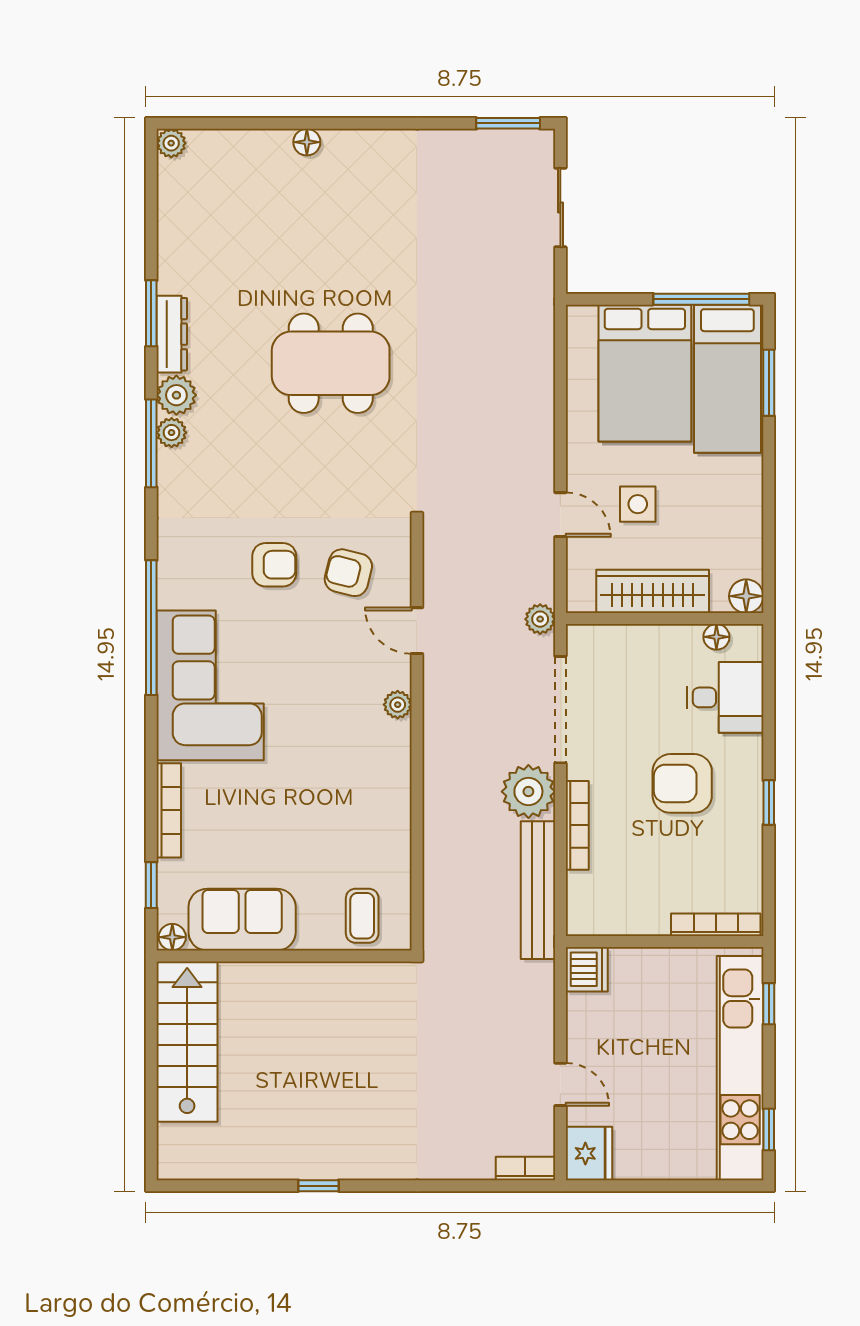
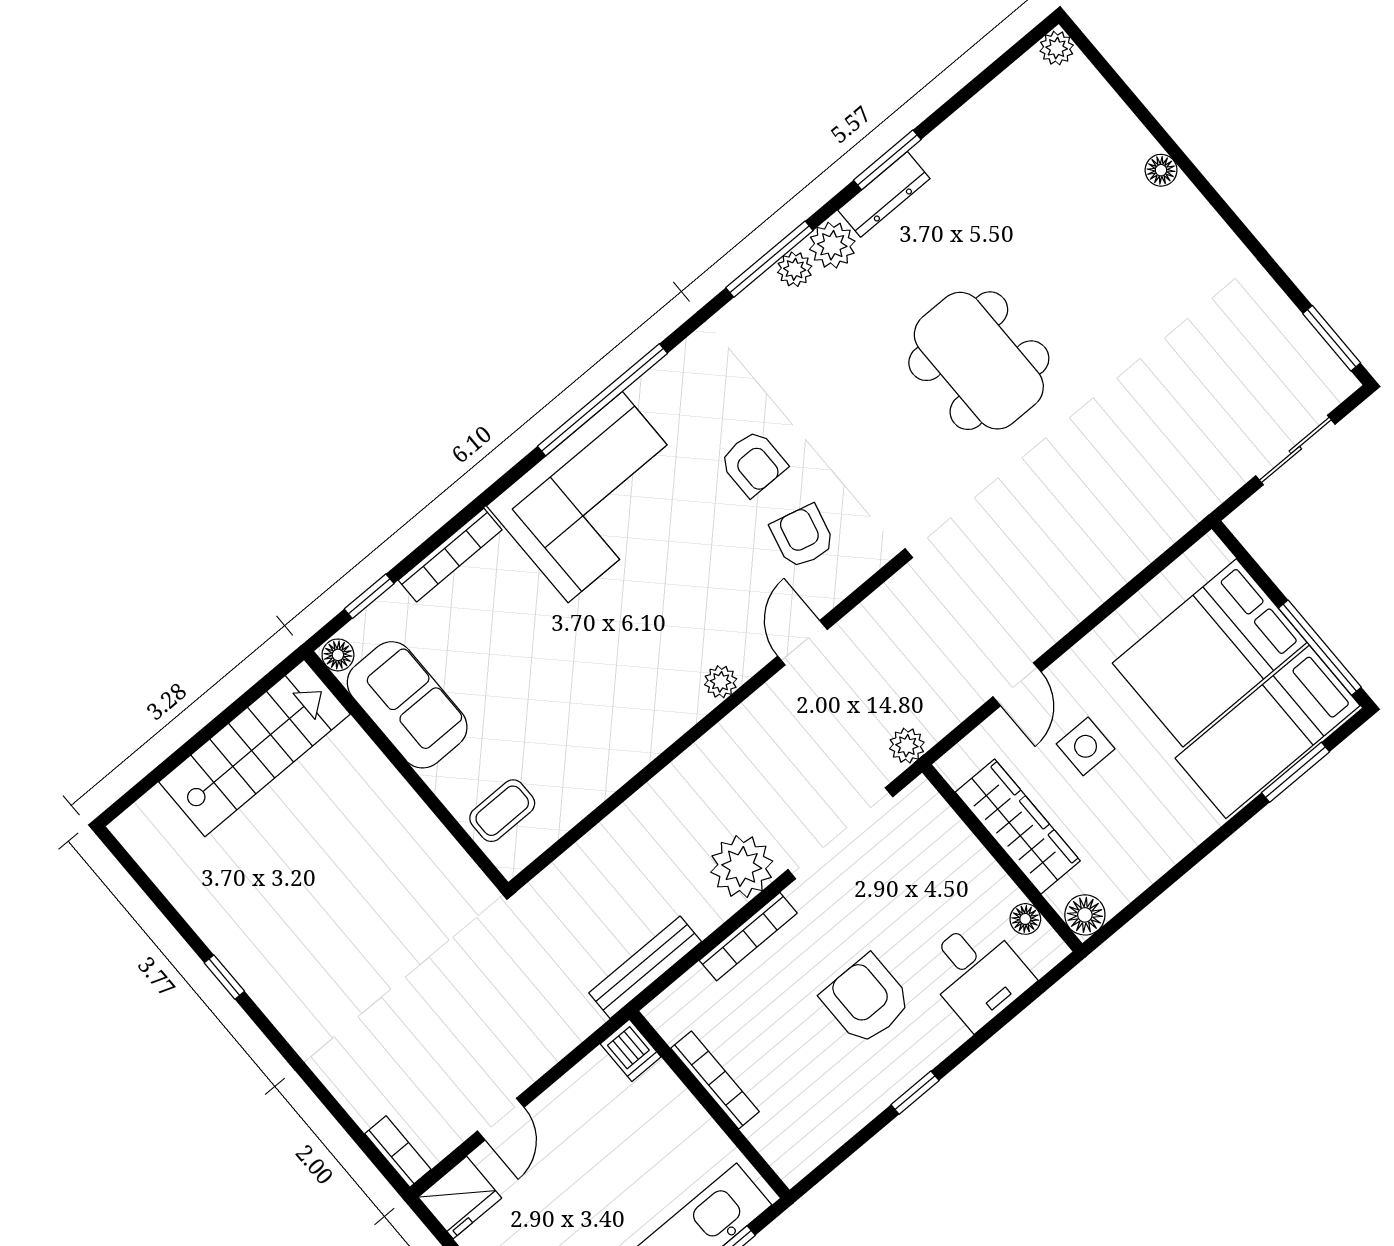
bench: (538, 890) -> (645, 967), width x0.73, depth x0.82
bookcase: (716, 925) -> (715, 1080), moved
dishwasher: (587, 969) -> (631, 1050), width x0.73

